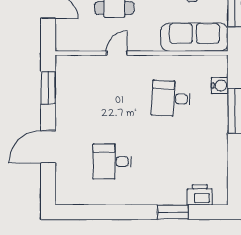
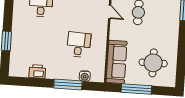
printer: (200, 195) -> (37, 71), moved, turned -90

